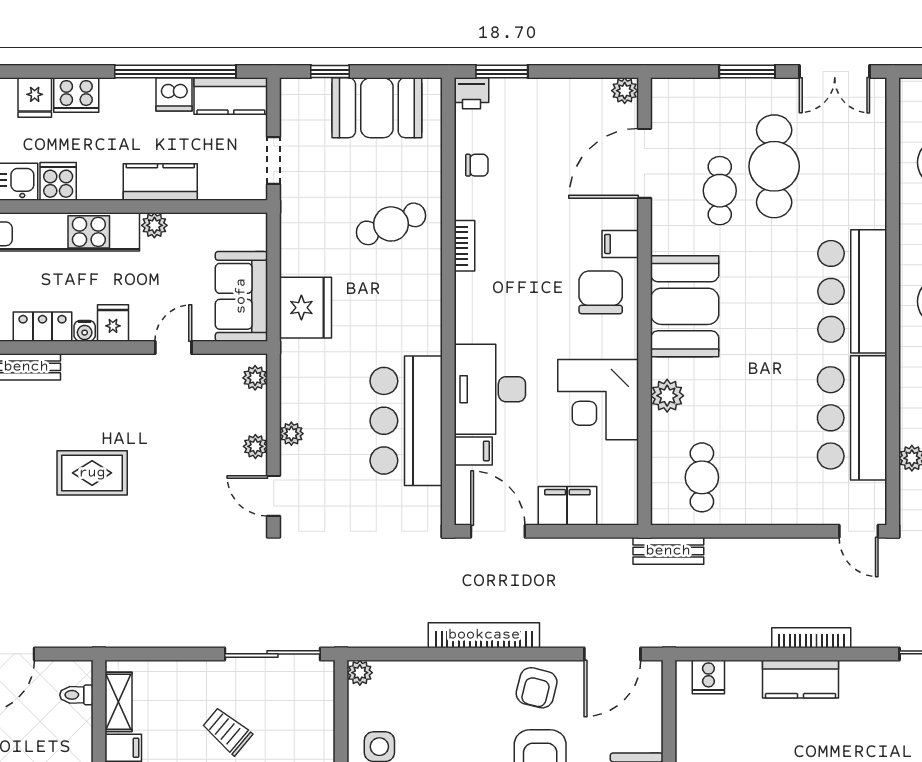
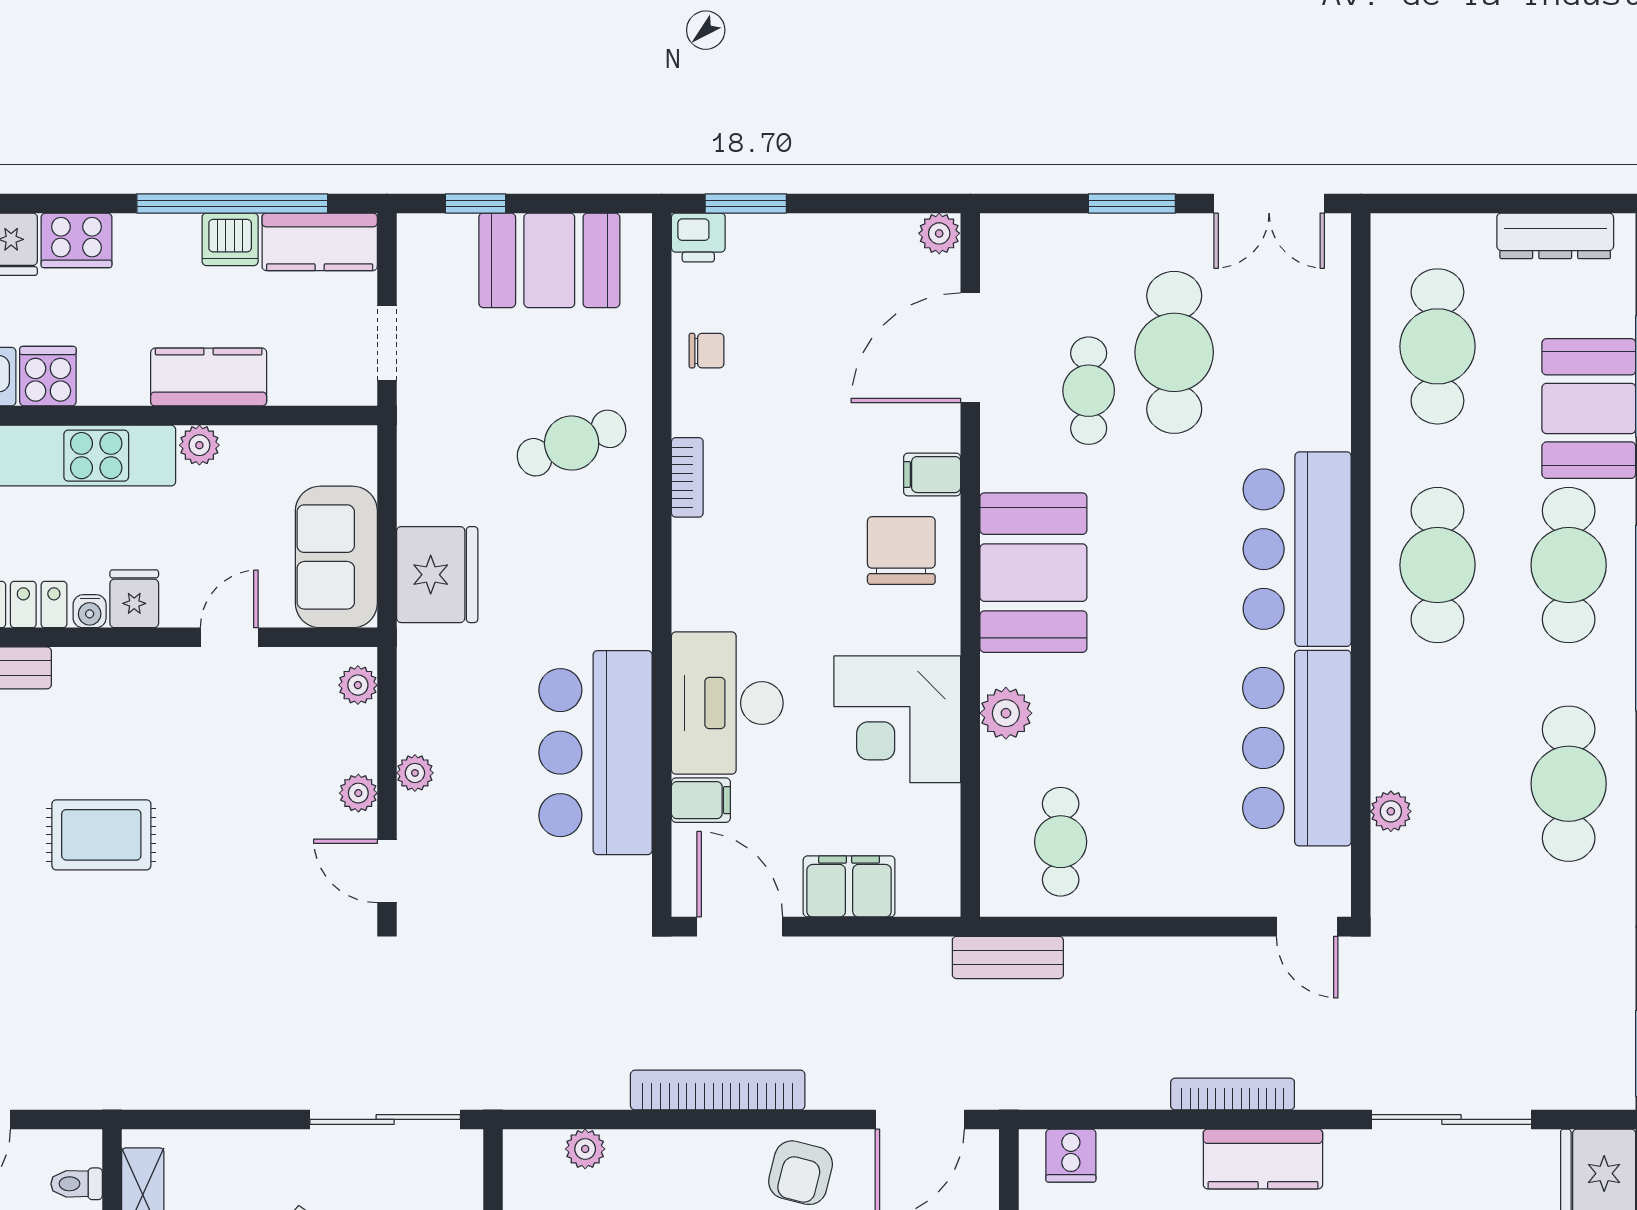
plant: (360, 673) -> (585, 1149), moved
kitchen counter: (801, 679) -> (1263, 1159), moved

